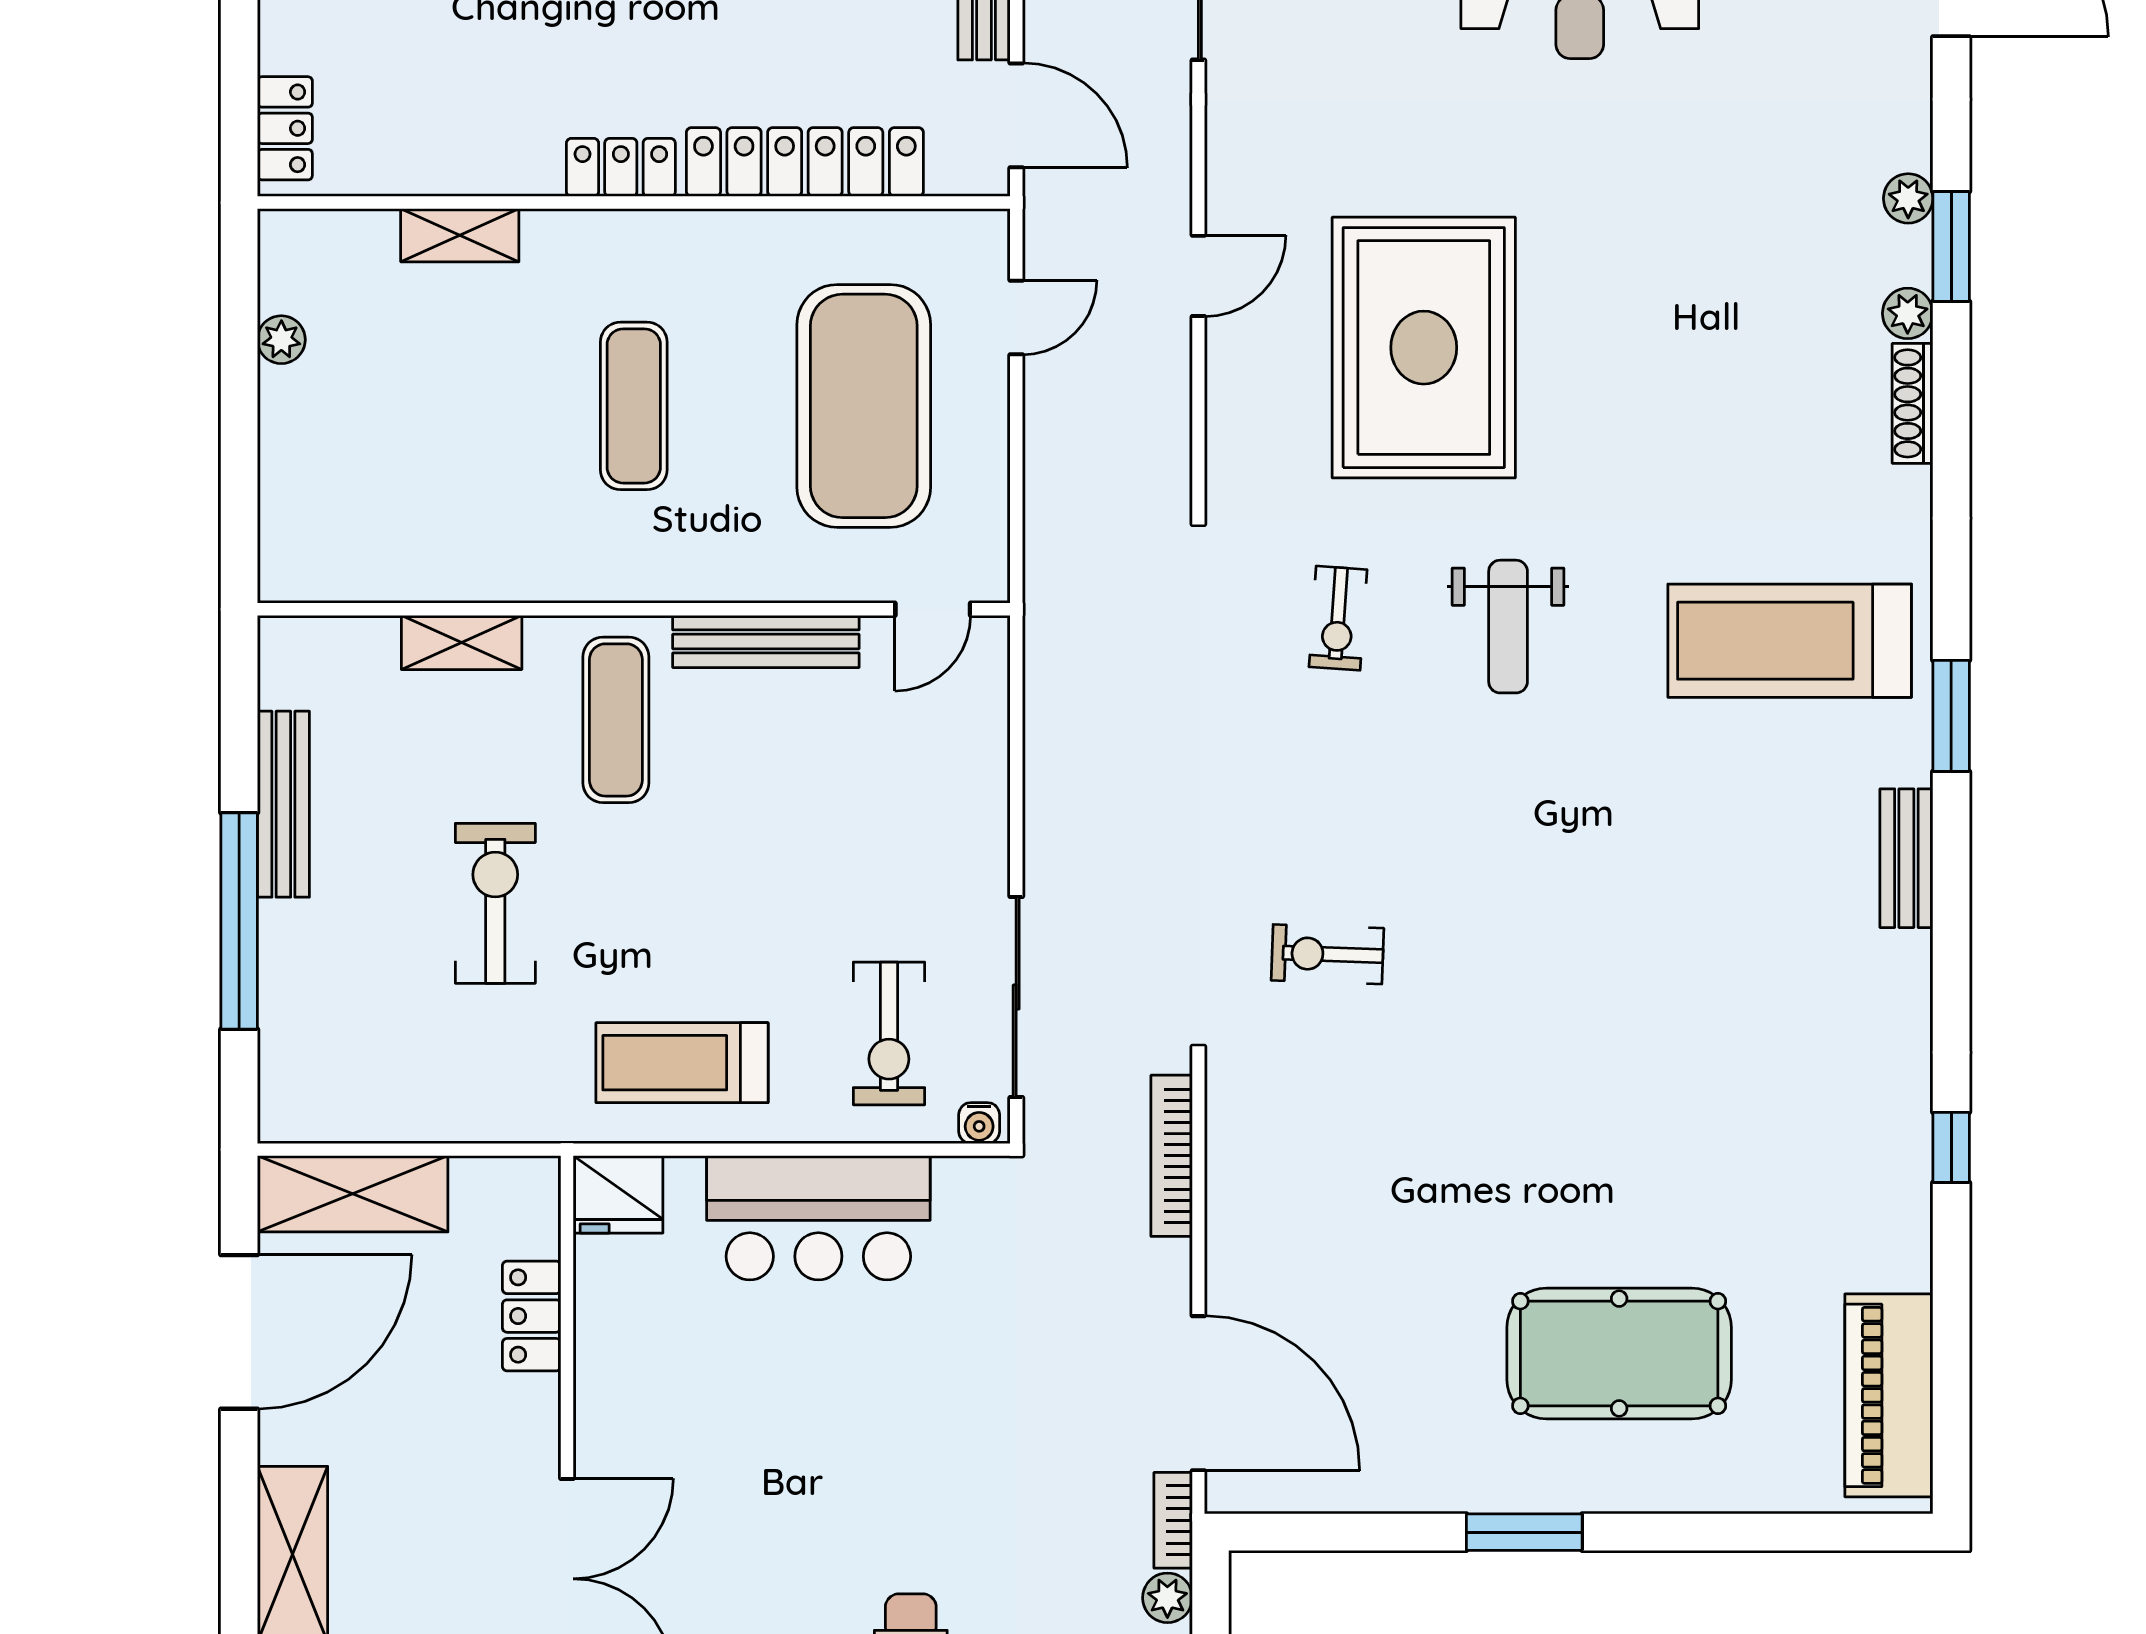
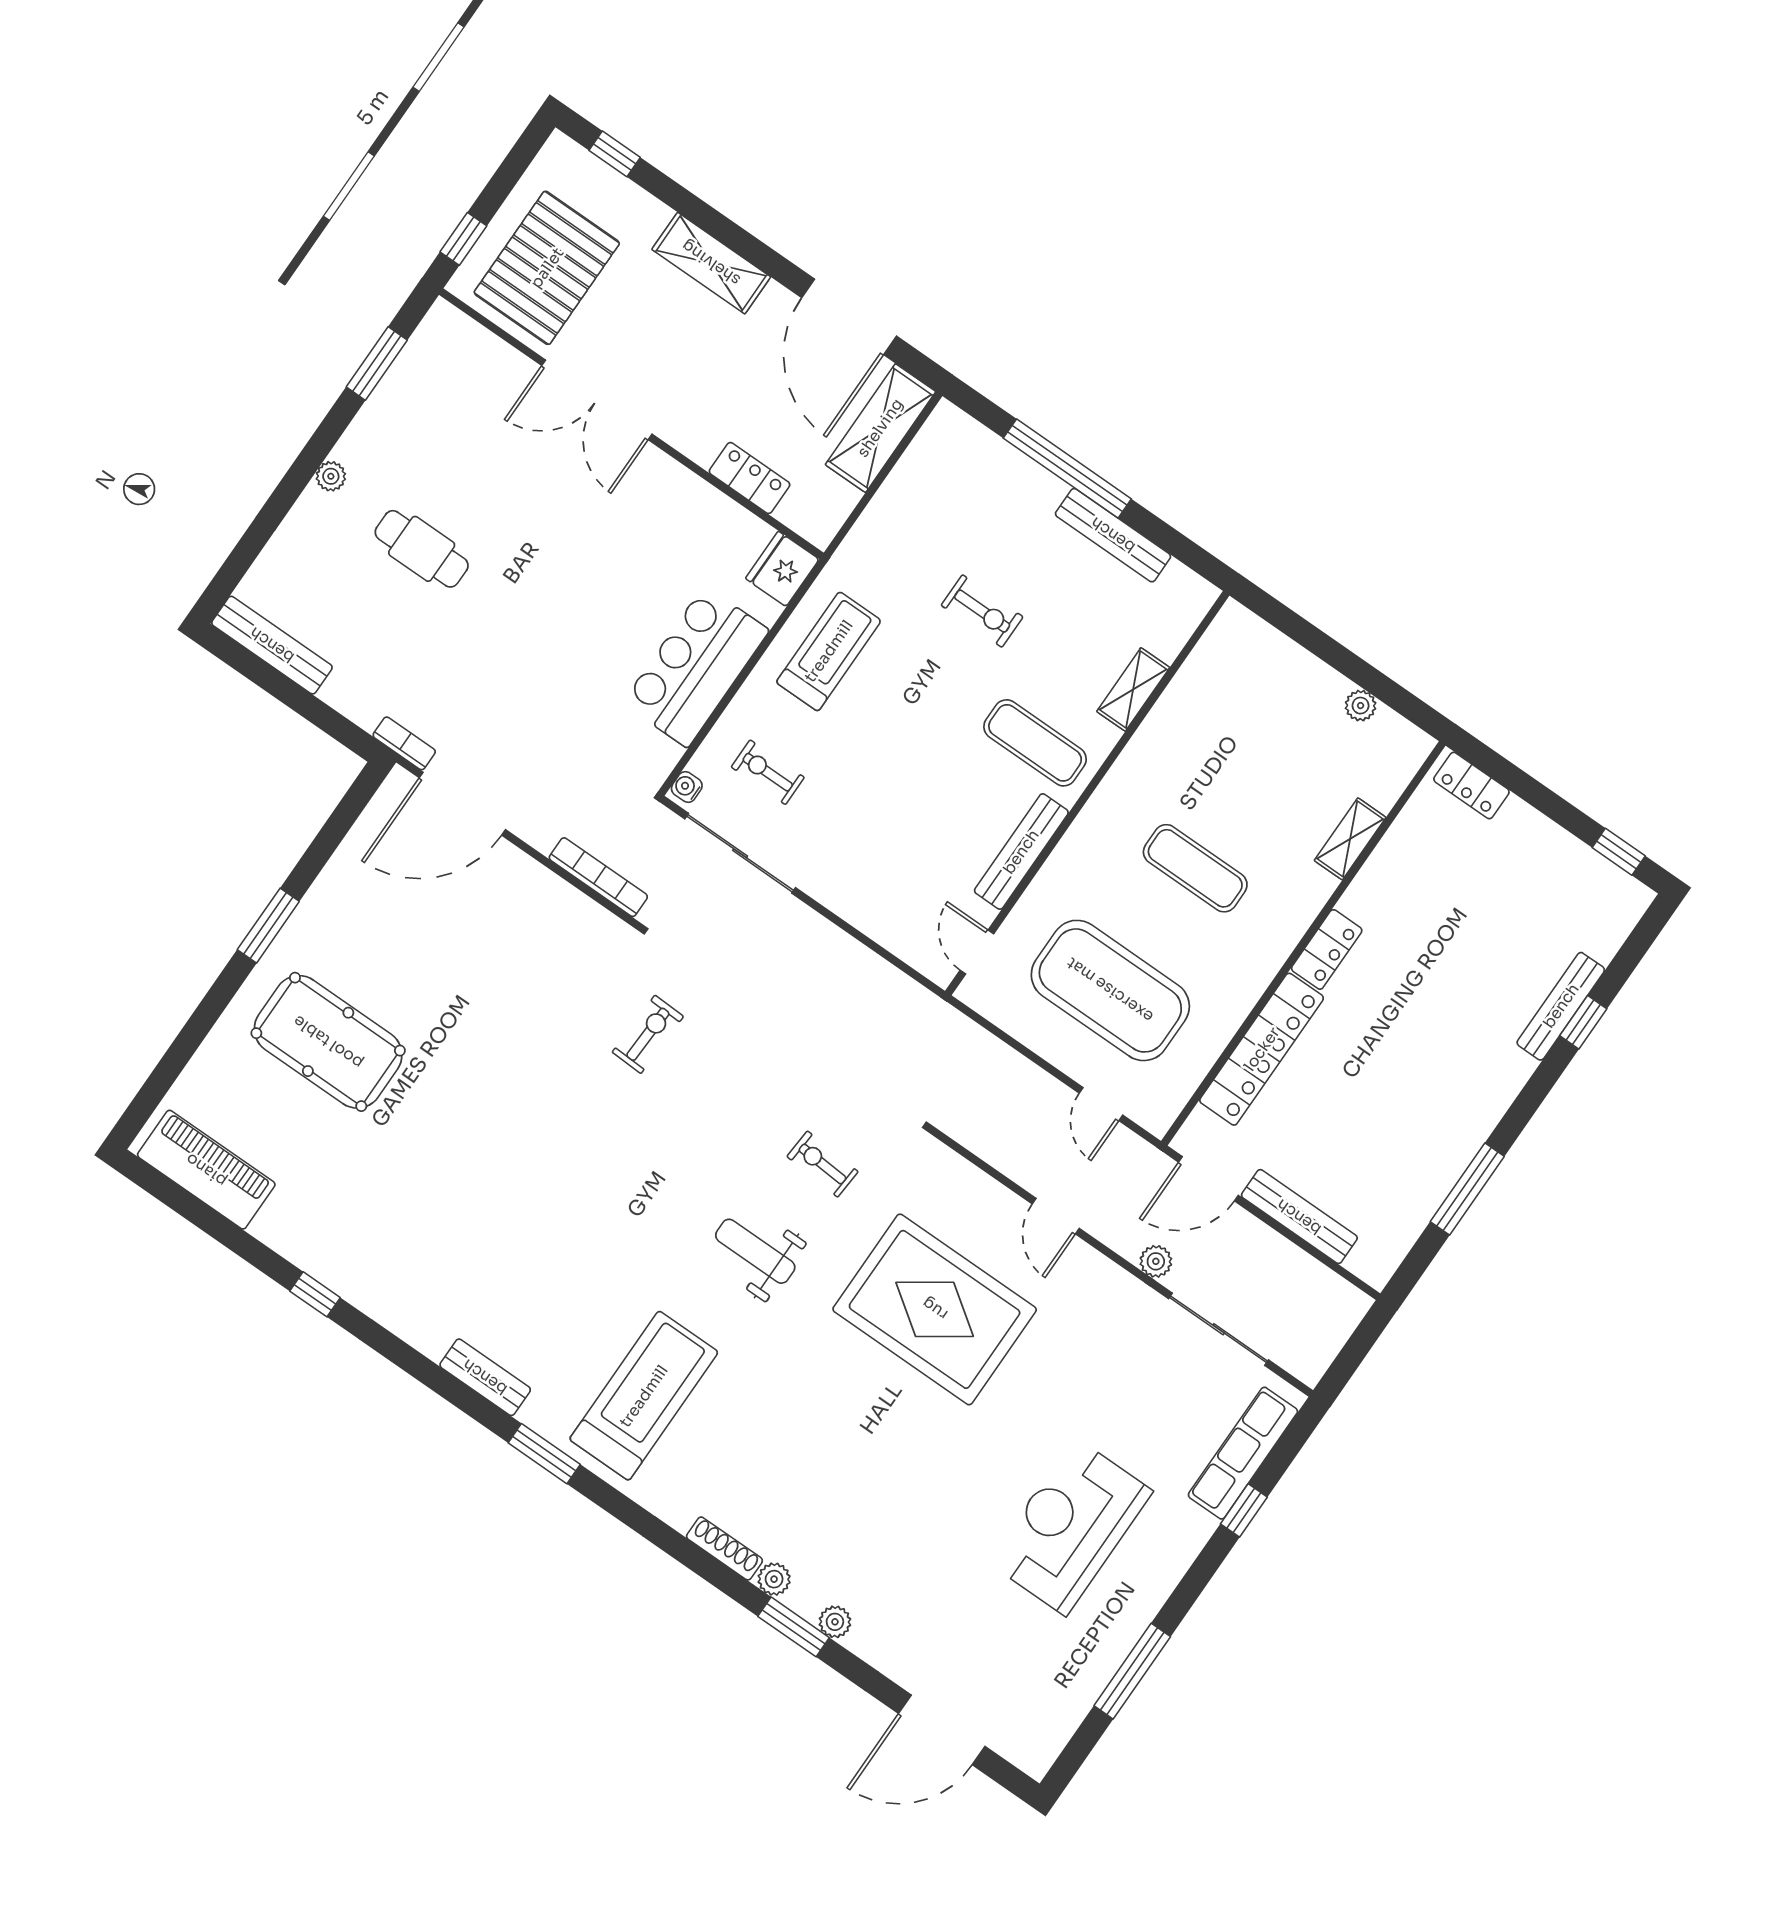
exercise bike: (495, 903) -> (982, 611), width x0.73, depth x0.72
exercise bike: (889, 1033) -> (768, 772), width x0.73, depth x0.72
pool table: (1619, 1353) -> (328, 1042), turned 90
plant: (1167, 1598) -> (1156, 1261), moved

